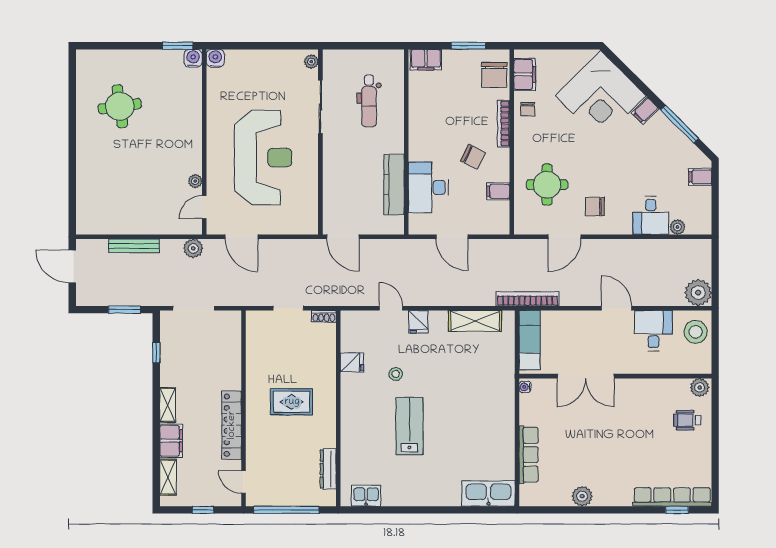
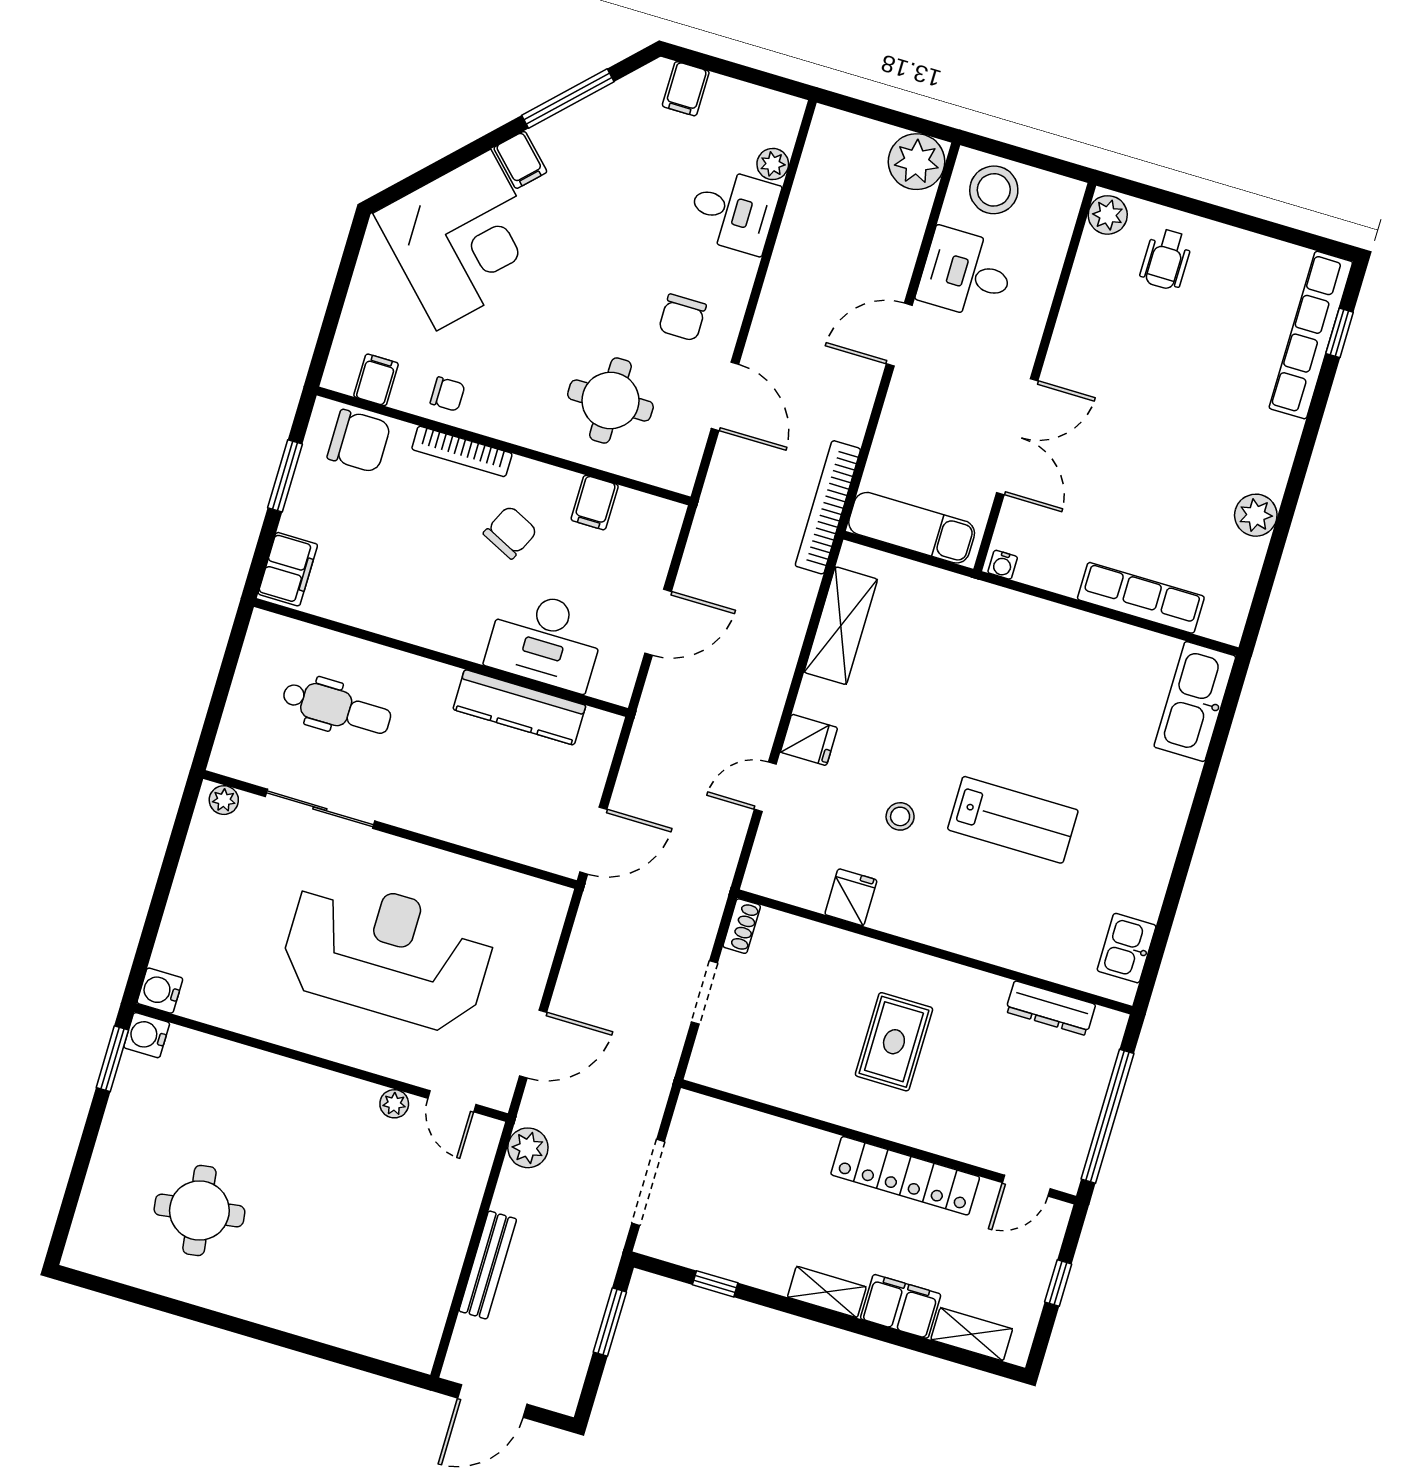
filing cabinet: (525, 74) -> (376, 380), width x0.50
lab bench: (409, 426) -> (1013, 820), turned 180

